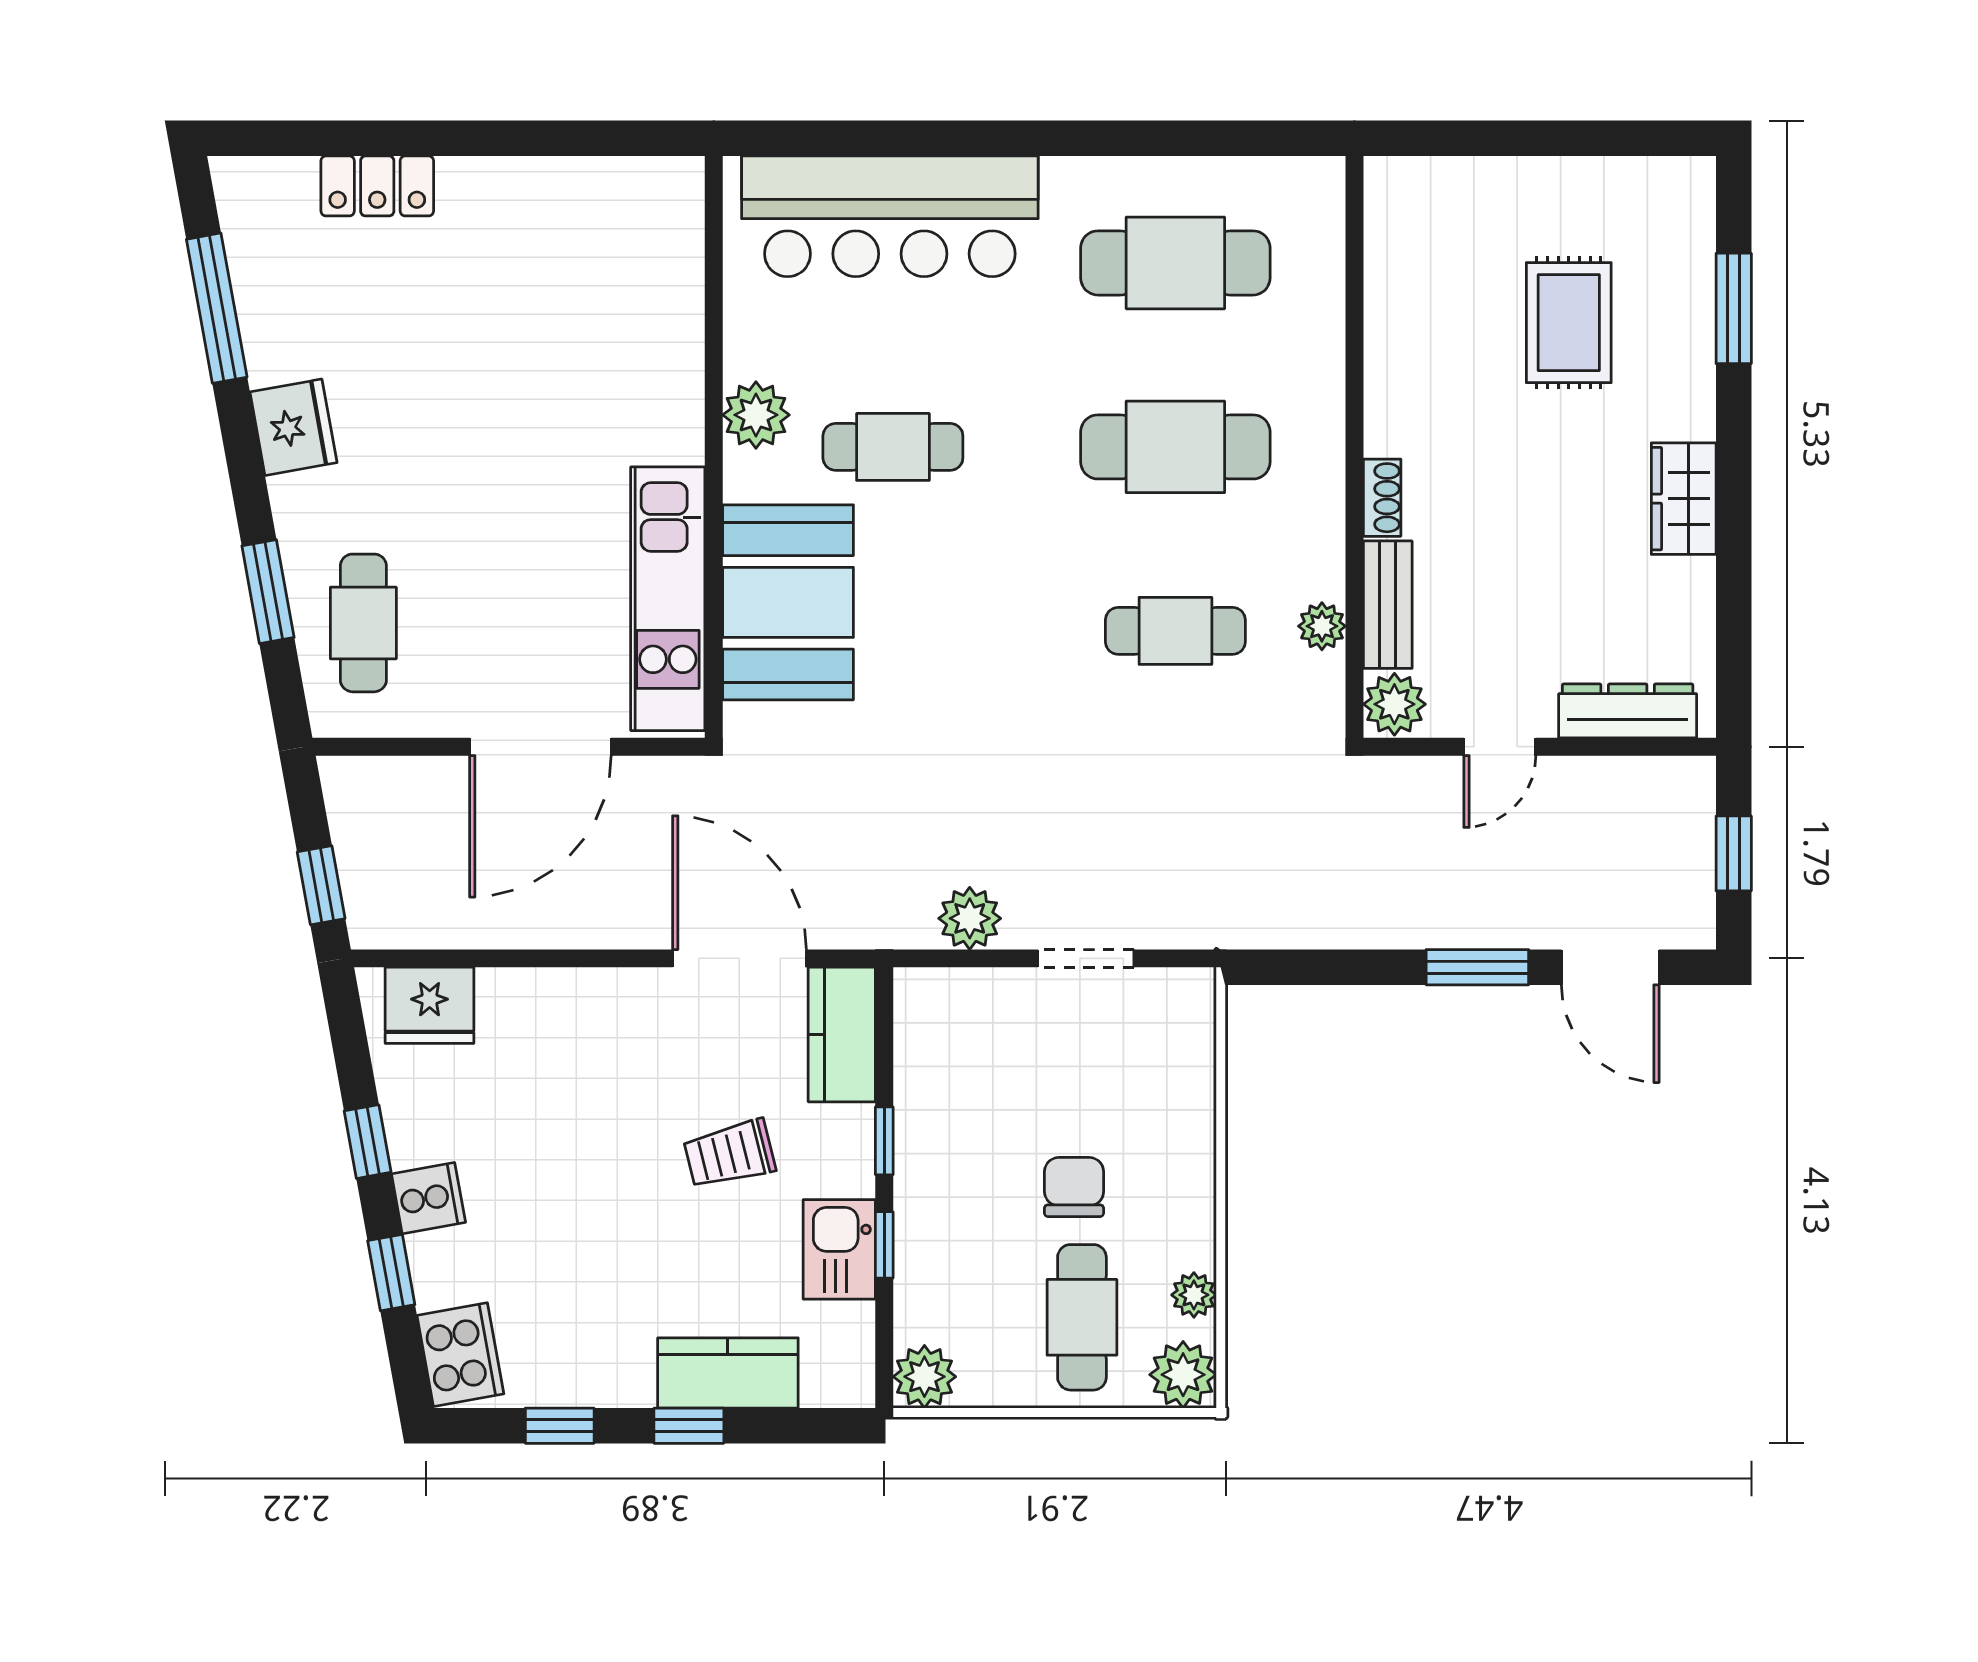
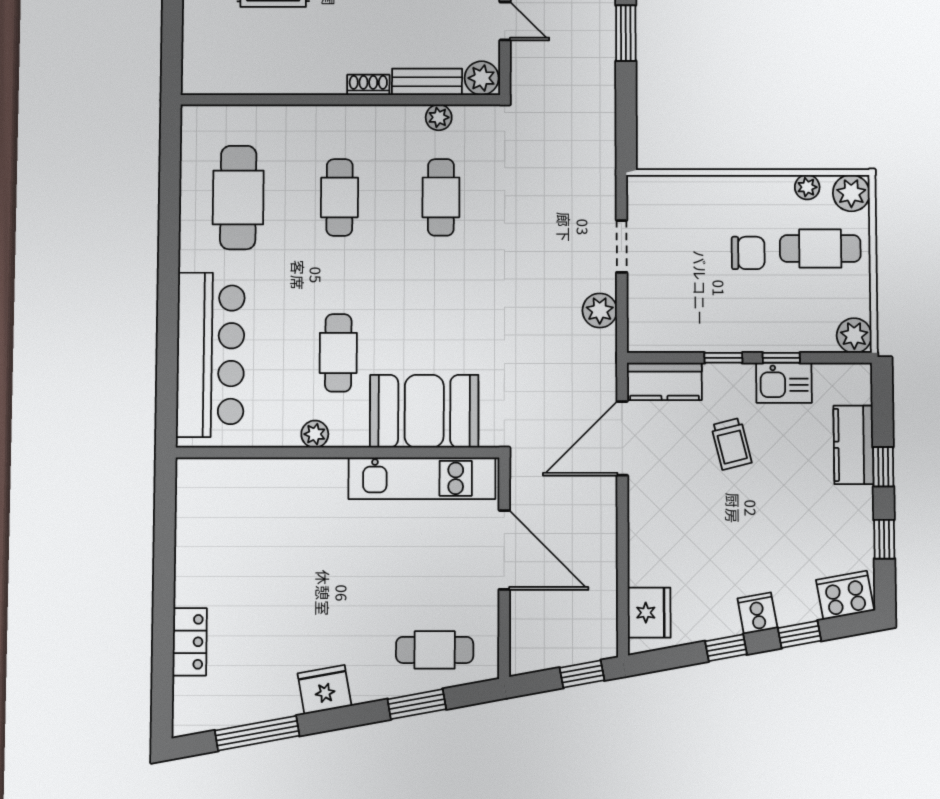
plant: (756, 415) -> (315, 434), width x0.73, depth x0.73
cafe table: (1175, 447) -> (340, 197), width x0.73, depth x0.74
chair: (1074, 1187) -> (748, 253), turned 180

